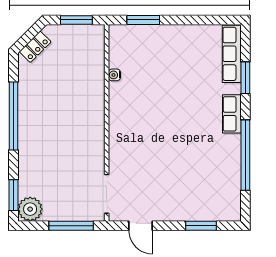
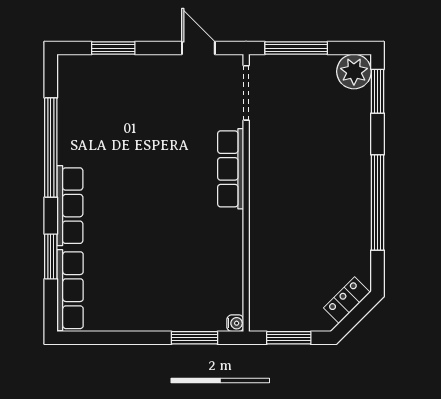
water cooler: (114, 75) -> (235, 323), moved
row of seats: (232, 114) -> (70, 206), width x1.48
row of seats: (118, 140) -> (231, 169), added

